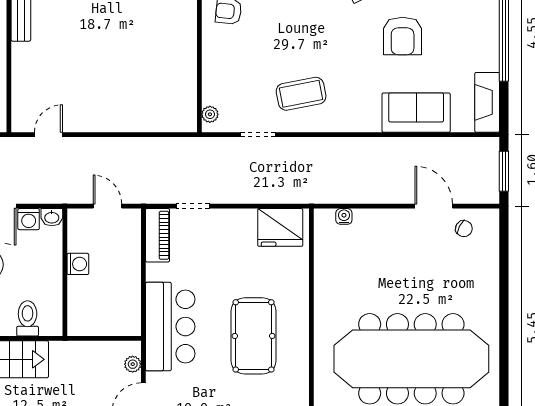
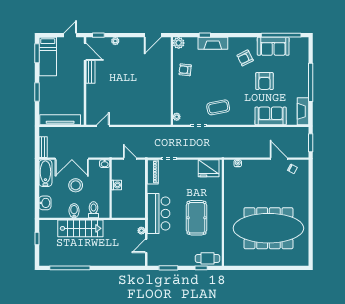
washing machine: (29, 219) -> (94, 165), removed

